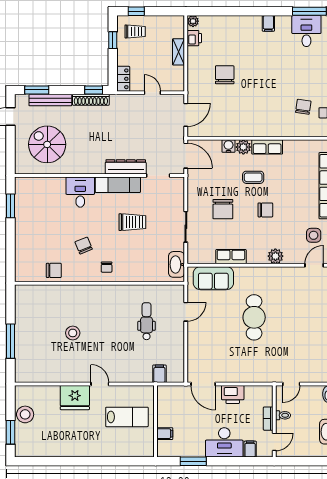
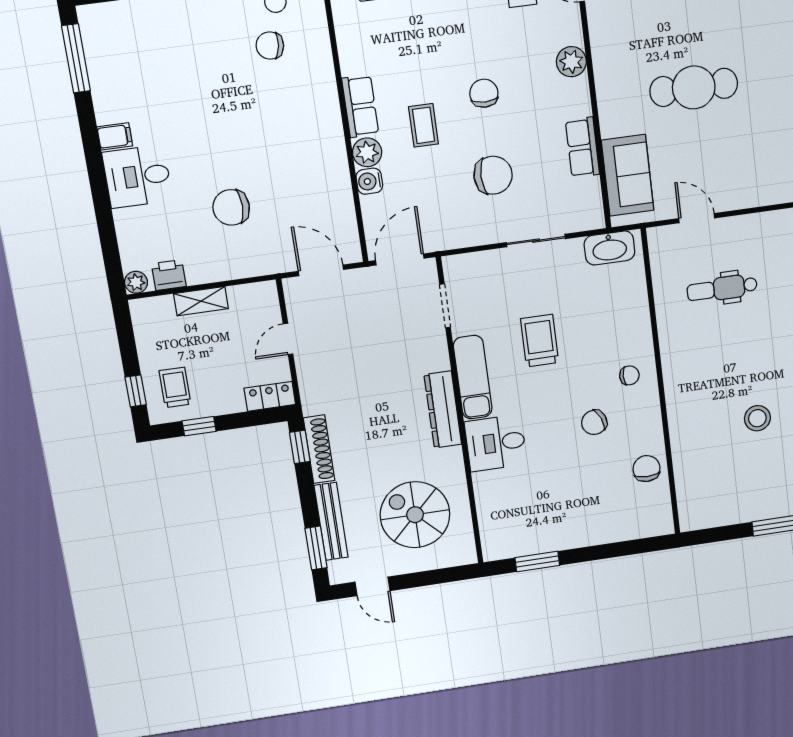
desk: (306, 31) -> (137, 176), moved
spiral stairs: (47, 144) -> (415, 515), turned 90
dresser: (126, 167) -> (443, 410), moved

